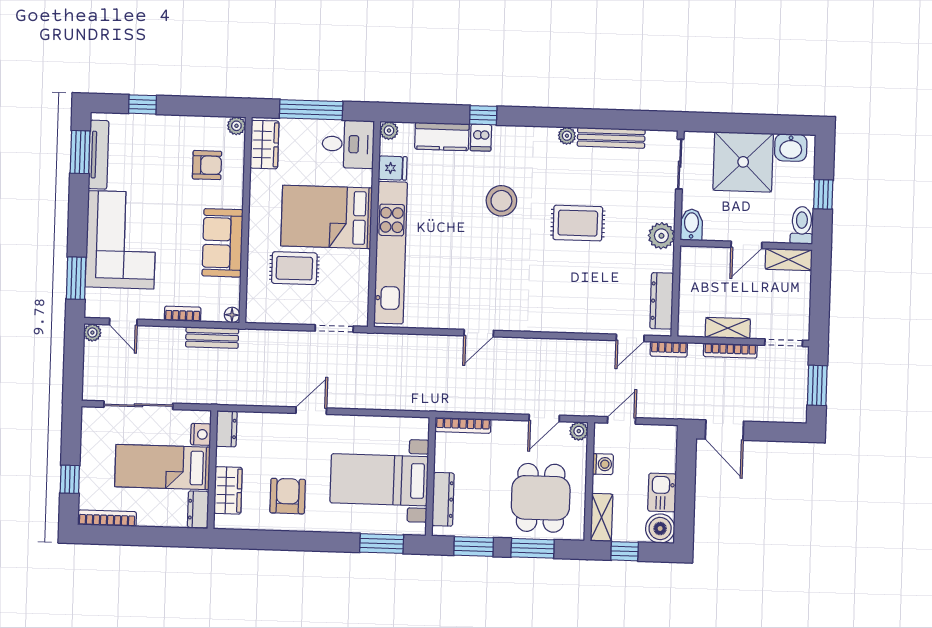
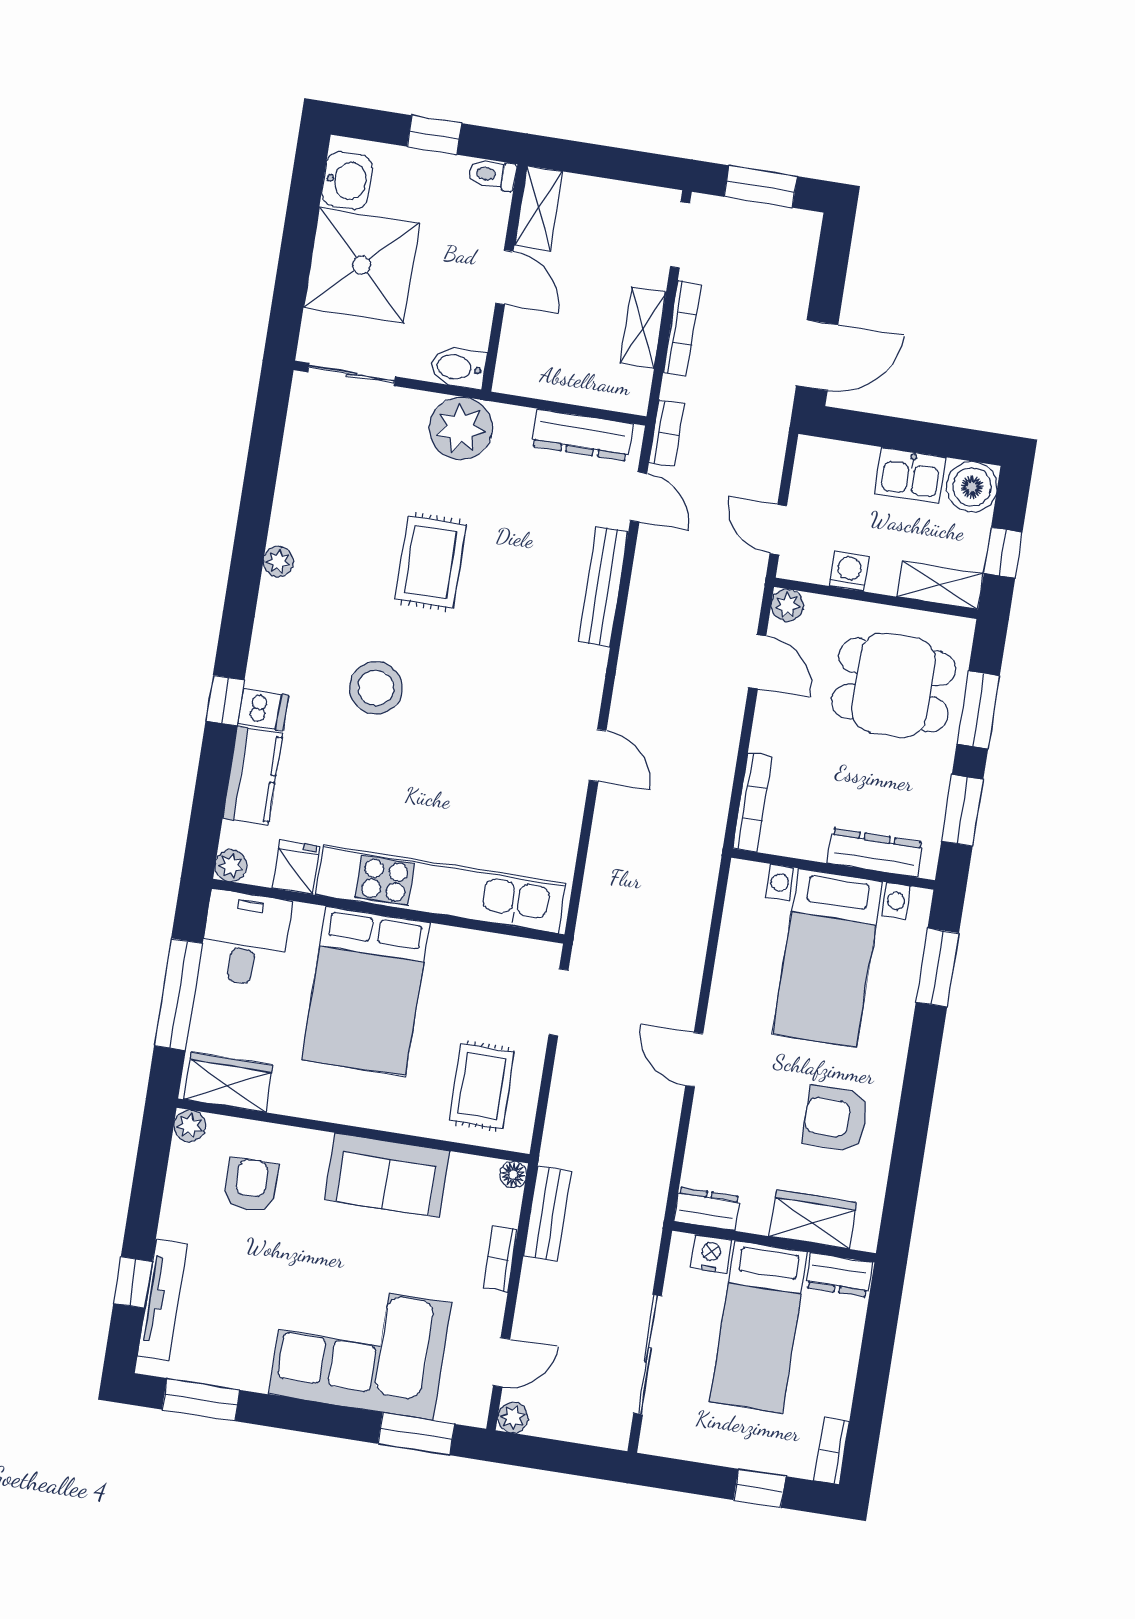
bench: (611, 138) -> (603, 586), moved
tv unit: (99, 155) -> (162, 1300), moved, turned 90
toilet: (802, 225) -> (492, 175), width x0.73, depth x0.72
plant: (661, 236) -> (461, 428), width x1.36, depth x1.36
rug: (294, 268) -> (482, 1086), moved
bookcase: (107, 518) -> (832, 1451), width x0.64

